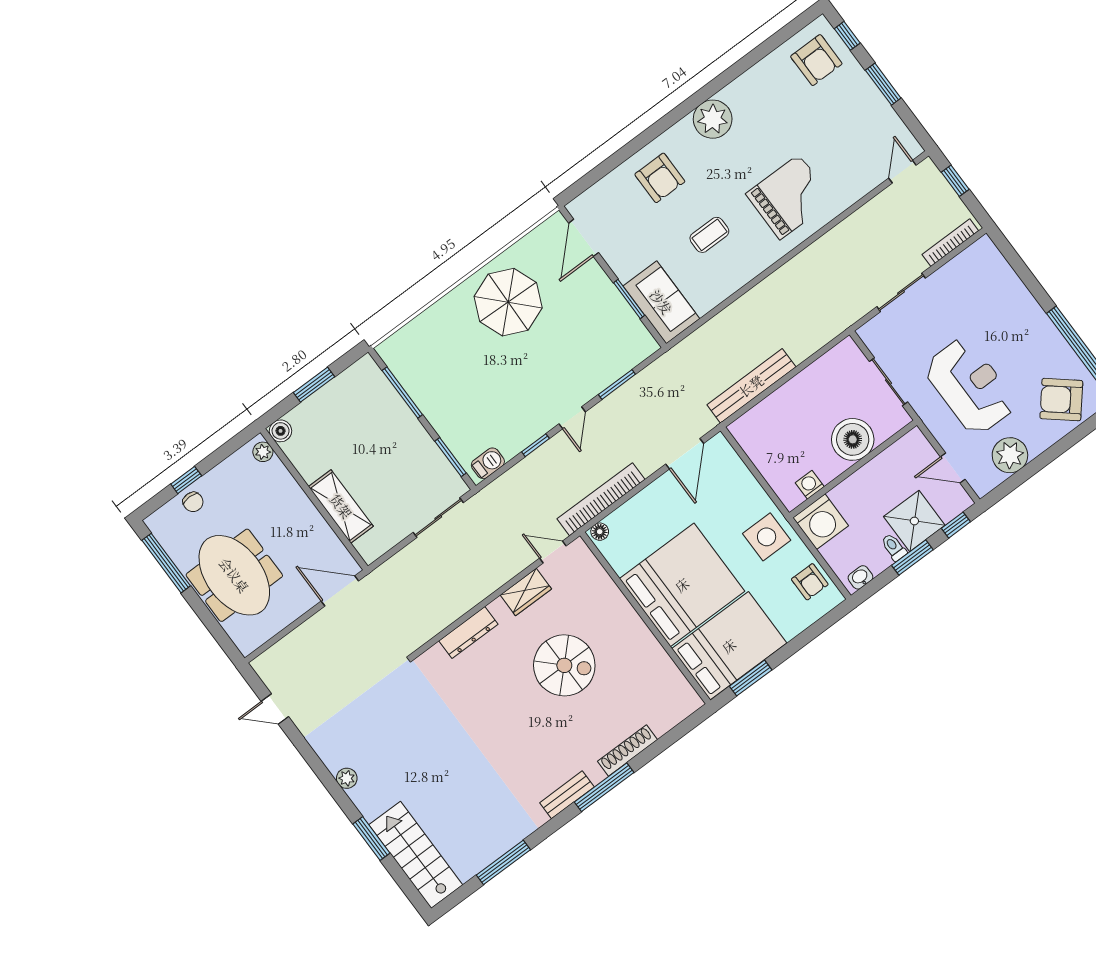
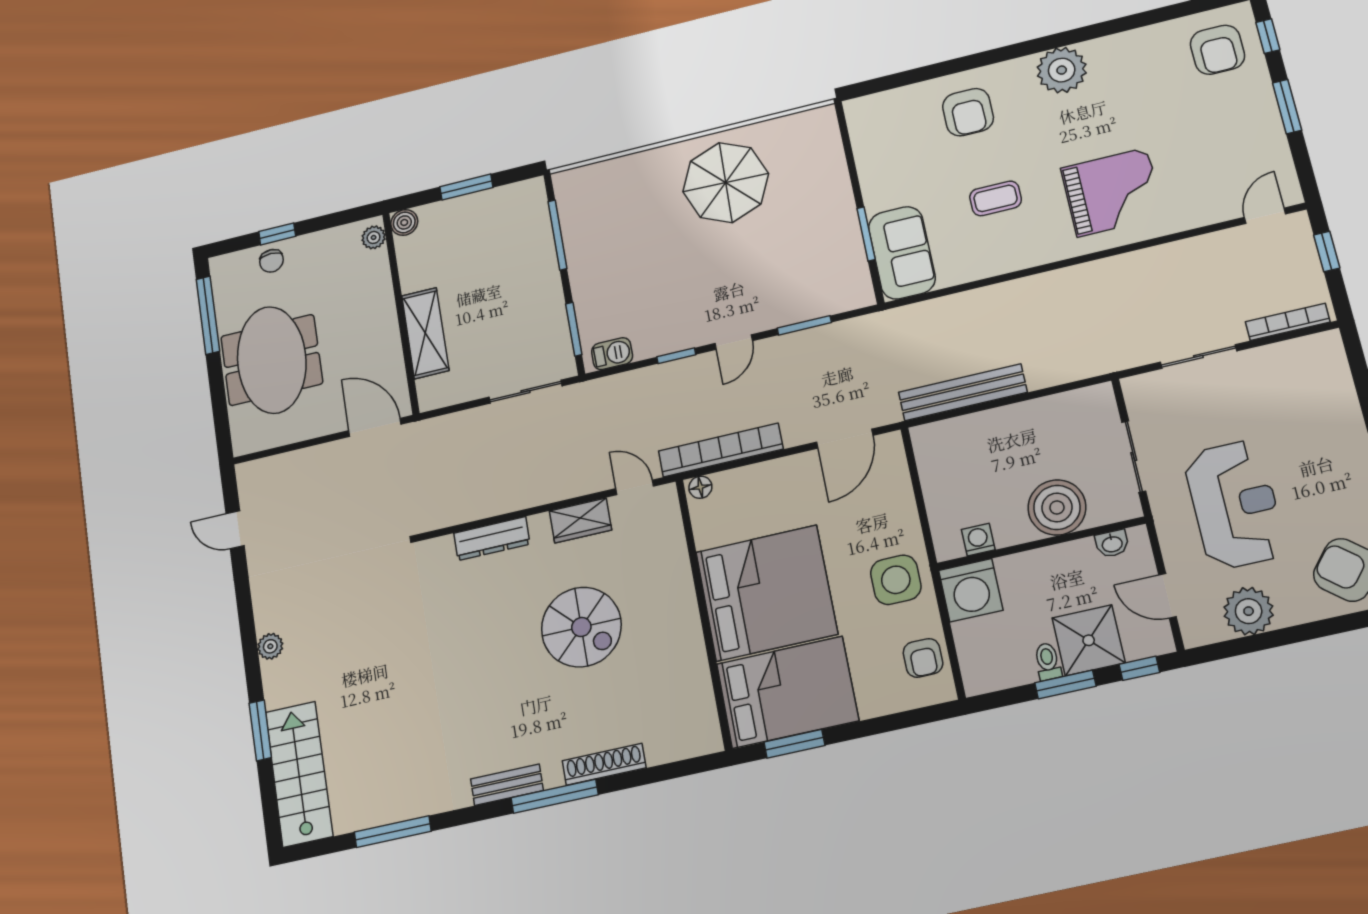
door: (584, 238) -> (847, 145), removed
washbasin: (860, 577) -> (1112, 544), moved, turned 180

